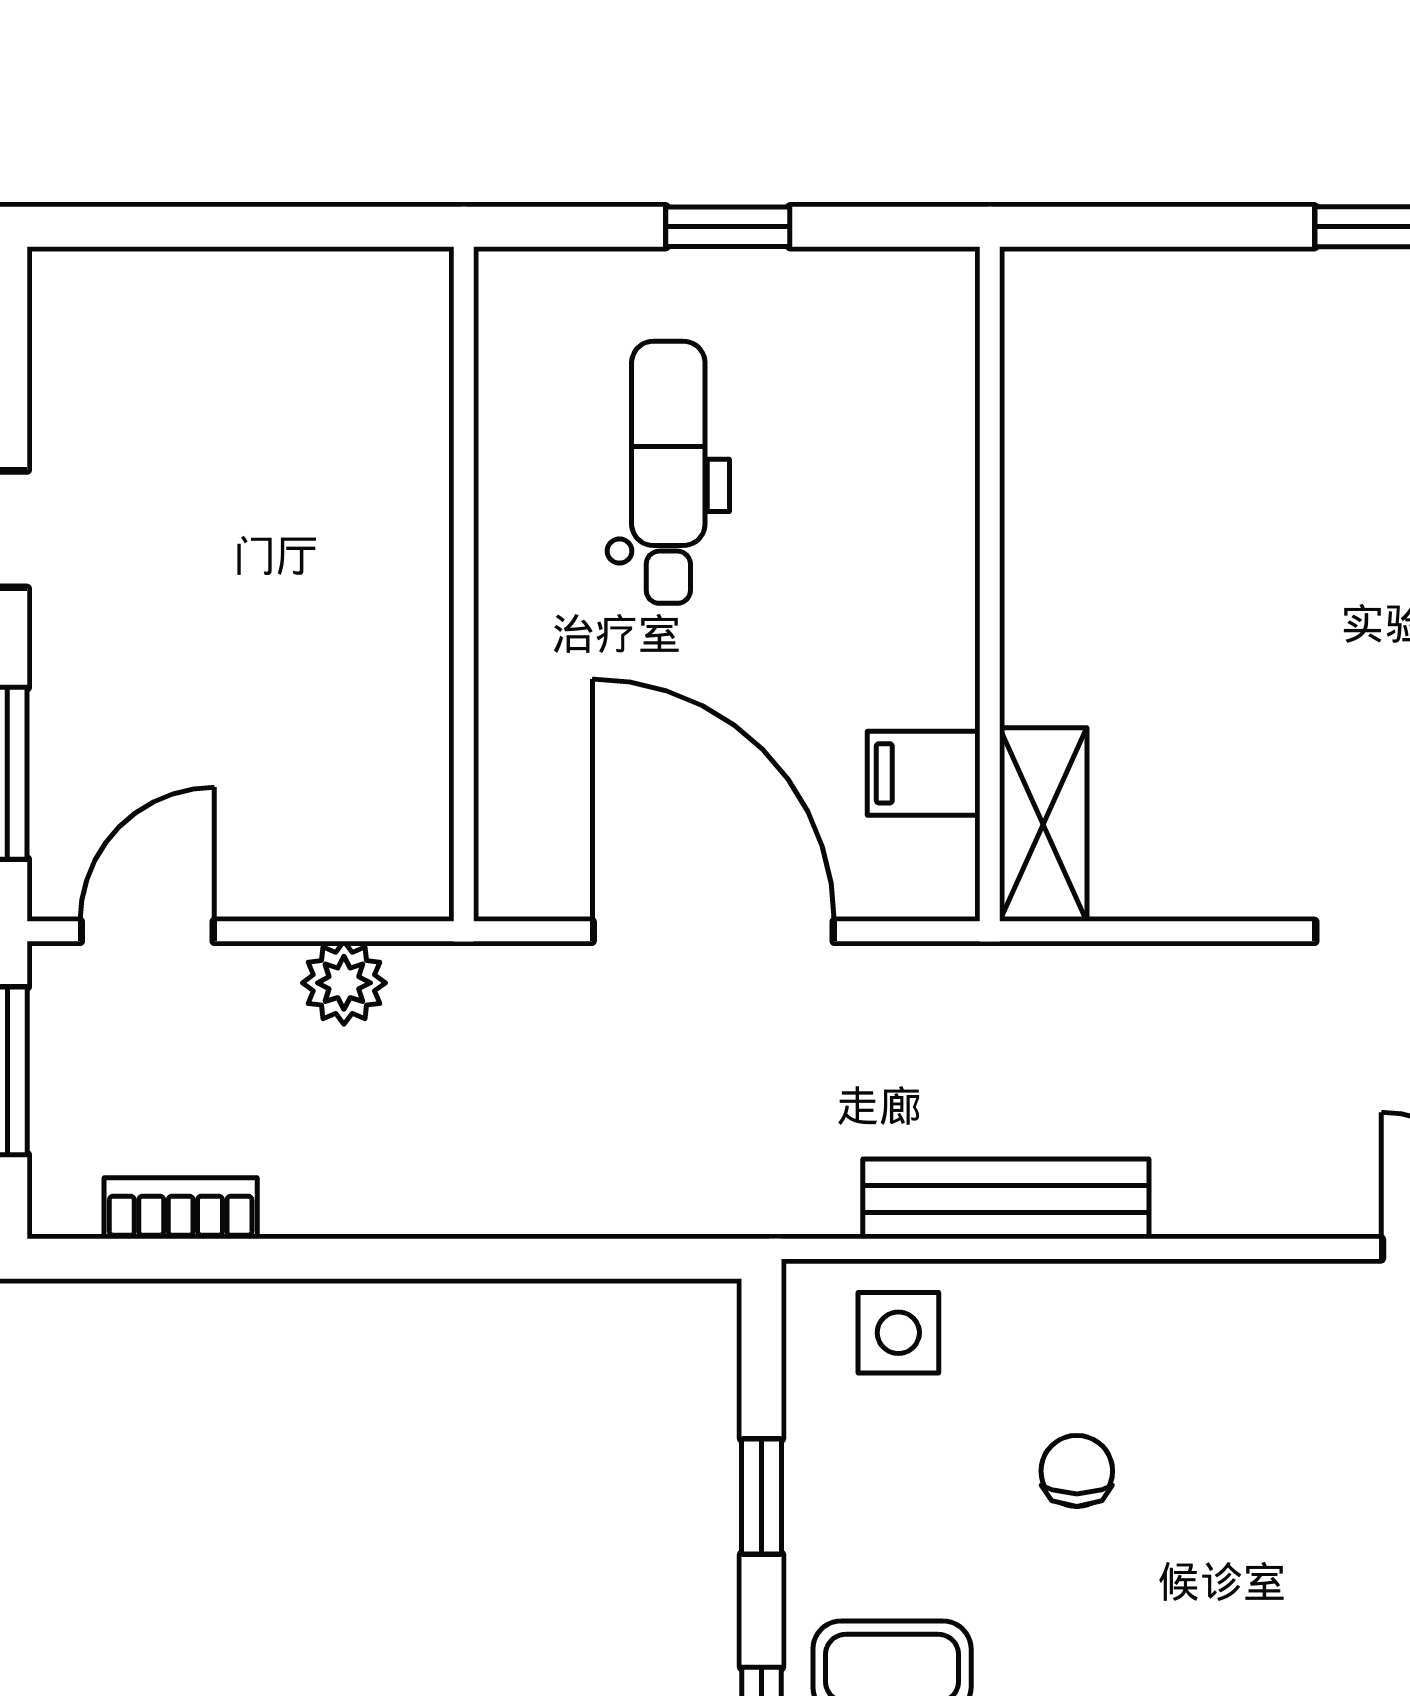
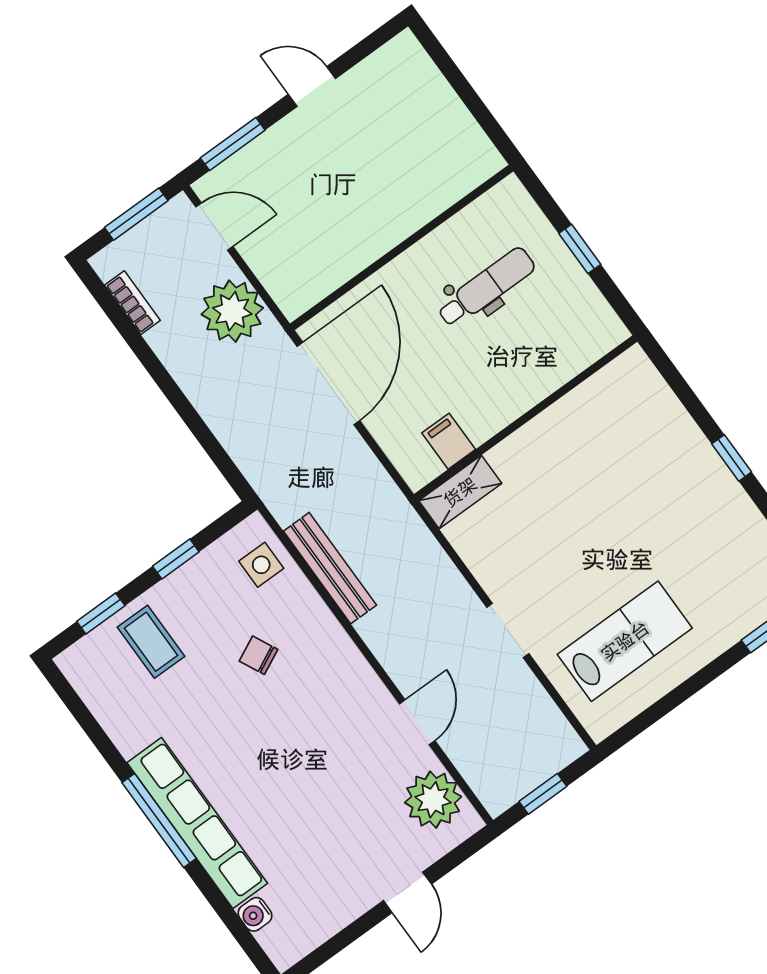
door: (713, 931) -> (328, 383), moved
plant: (344, 983) -> (232, 311), width x1.88, depth x1.88
chair: (1077, 1471) -> (258, 655), turned -116

